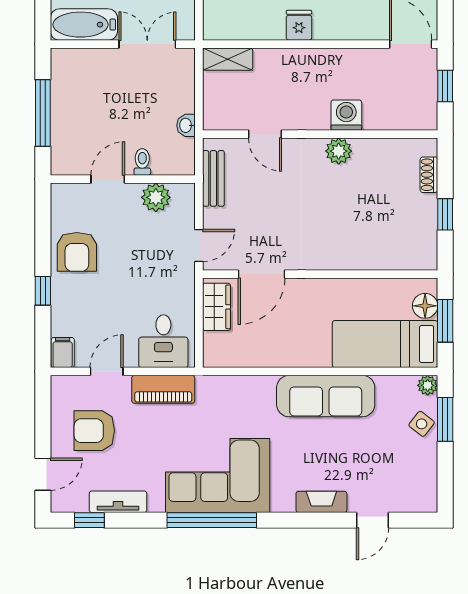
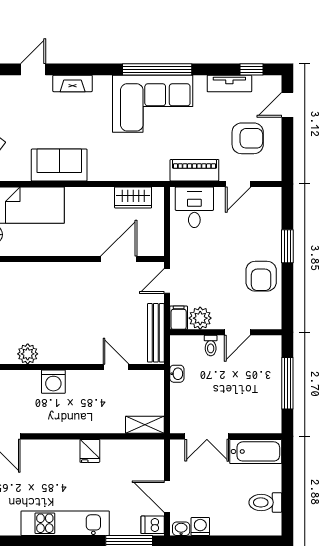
plant: (339, 151) -> (28, 354), moved
bench: (213, 178) -> (156, 333), width x1.36
armchair: (77, 252) -> (261, 276), turned 180
window: (43, 291) -> (287, 246), width x1.50
wardrobe: (217, 307) -> (133, 197), moved, turned -90
filing cabinet: (63, 353) -> (179, 318), moved, turned 180
sofa: (326, 396) -> (59, 165), width x0.73

